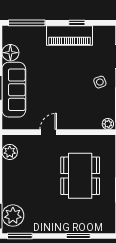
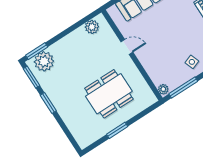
window: (78, 236) -> (48, 103), moved

